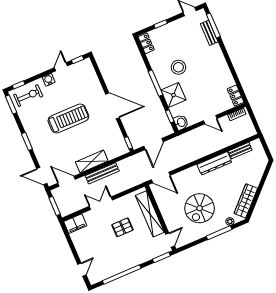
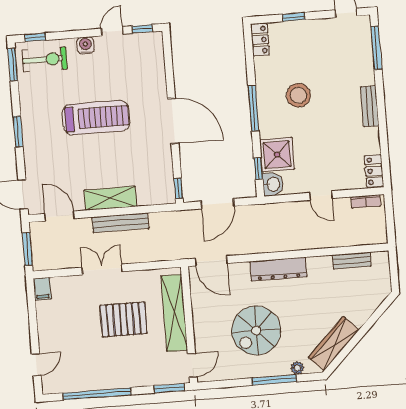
bench: (209, 33) -> (370, 106), moved
shower: (173, 95) -> (277, 155), moved
dresser: (214, 163) -> (278, 269), moved
filing cabinet: (75, 224) -> (42, 289), width x0.50
pallet: (122, 227) -> (124, 319), width x1.50, depth x1.42

